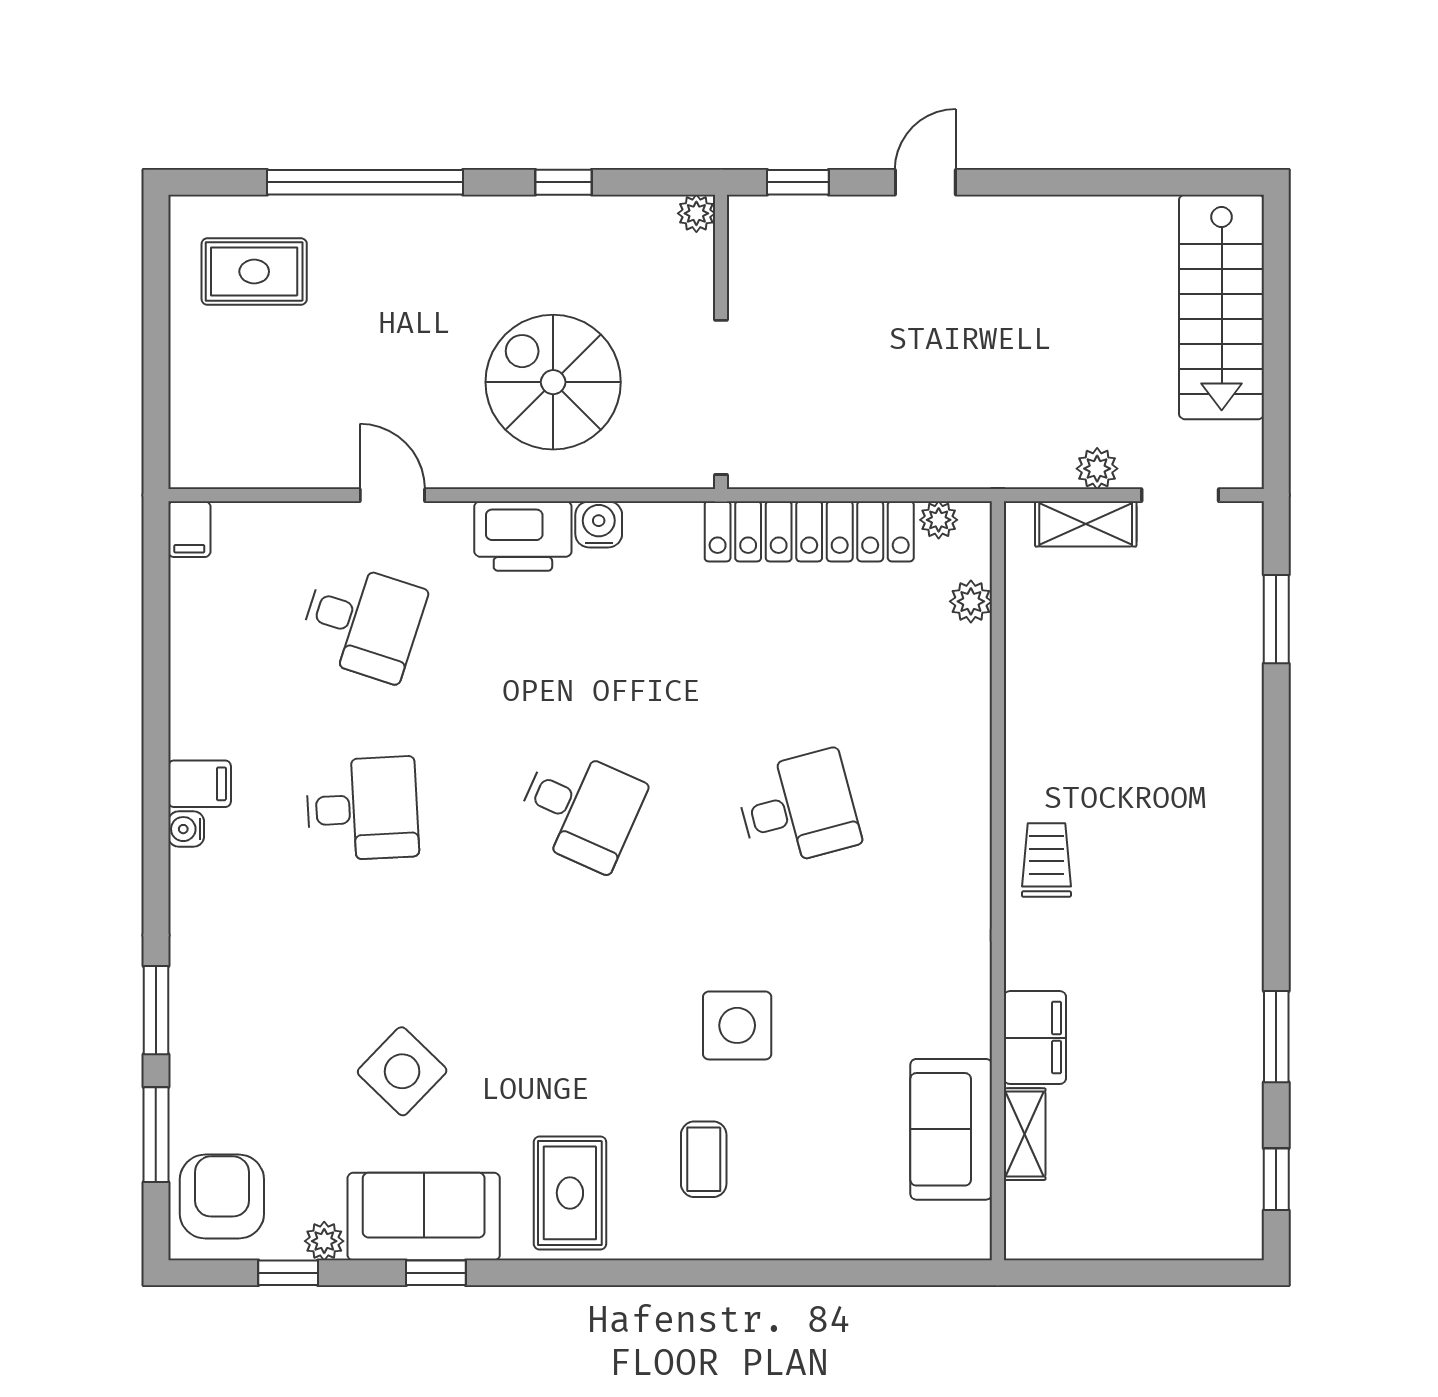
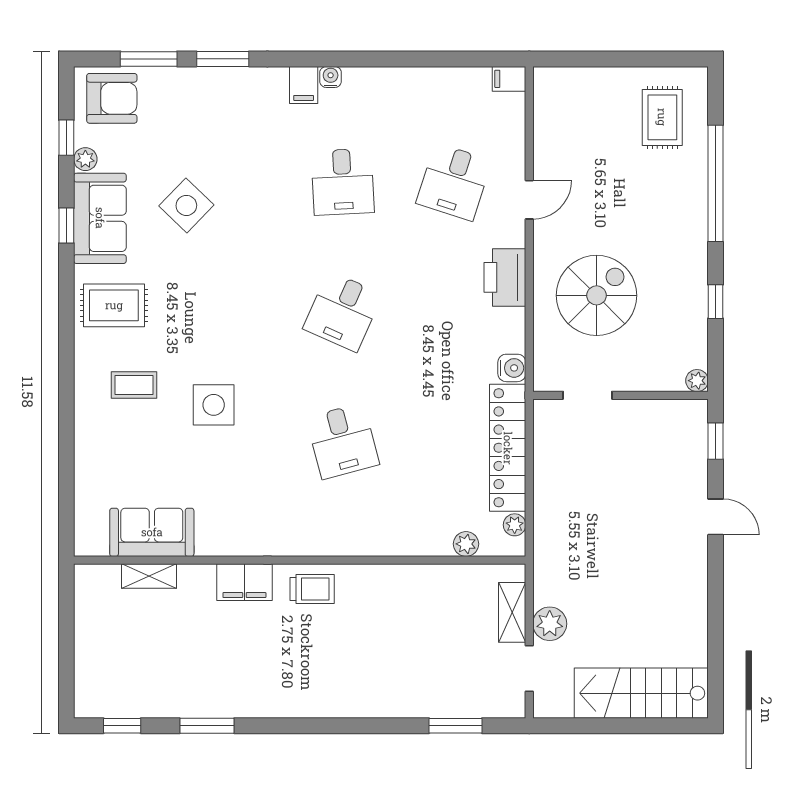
doorway: (721, 397) -> (587, 395), width x0.53
plant: (1097, 469) -> (550, 624), width x1.38, depth x1.38
water cooler: (599, 524) -> (512, 368), moved
filing cabinet: (200, 784) -> (304, 85), moved
filing cabinet: (1035, 1038) -> (244, 582), moved

